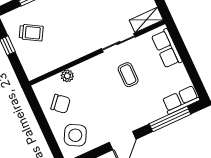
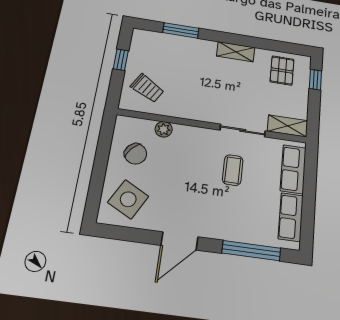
trolley: (31, 33) -> (147, 88), moved
row of seats: (181, 100) -> (291, 217), moved, turned -90

